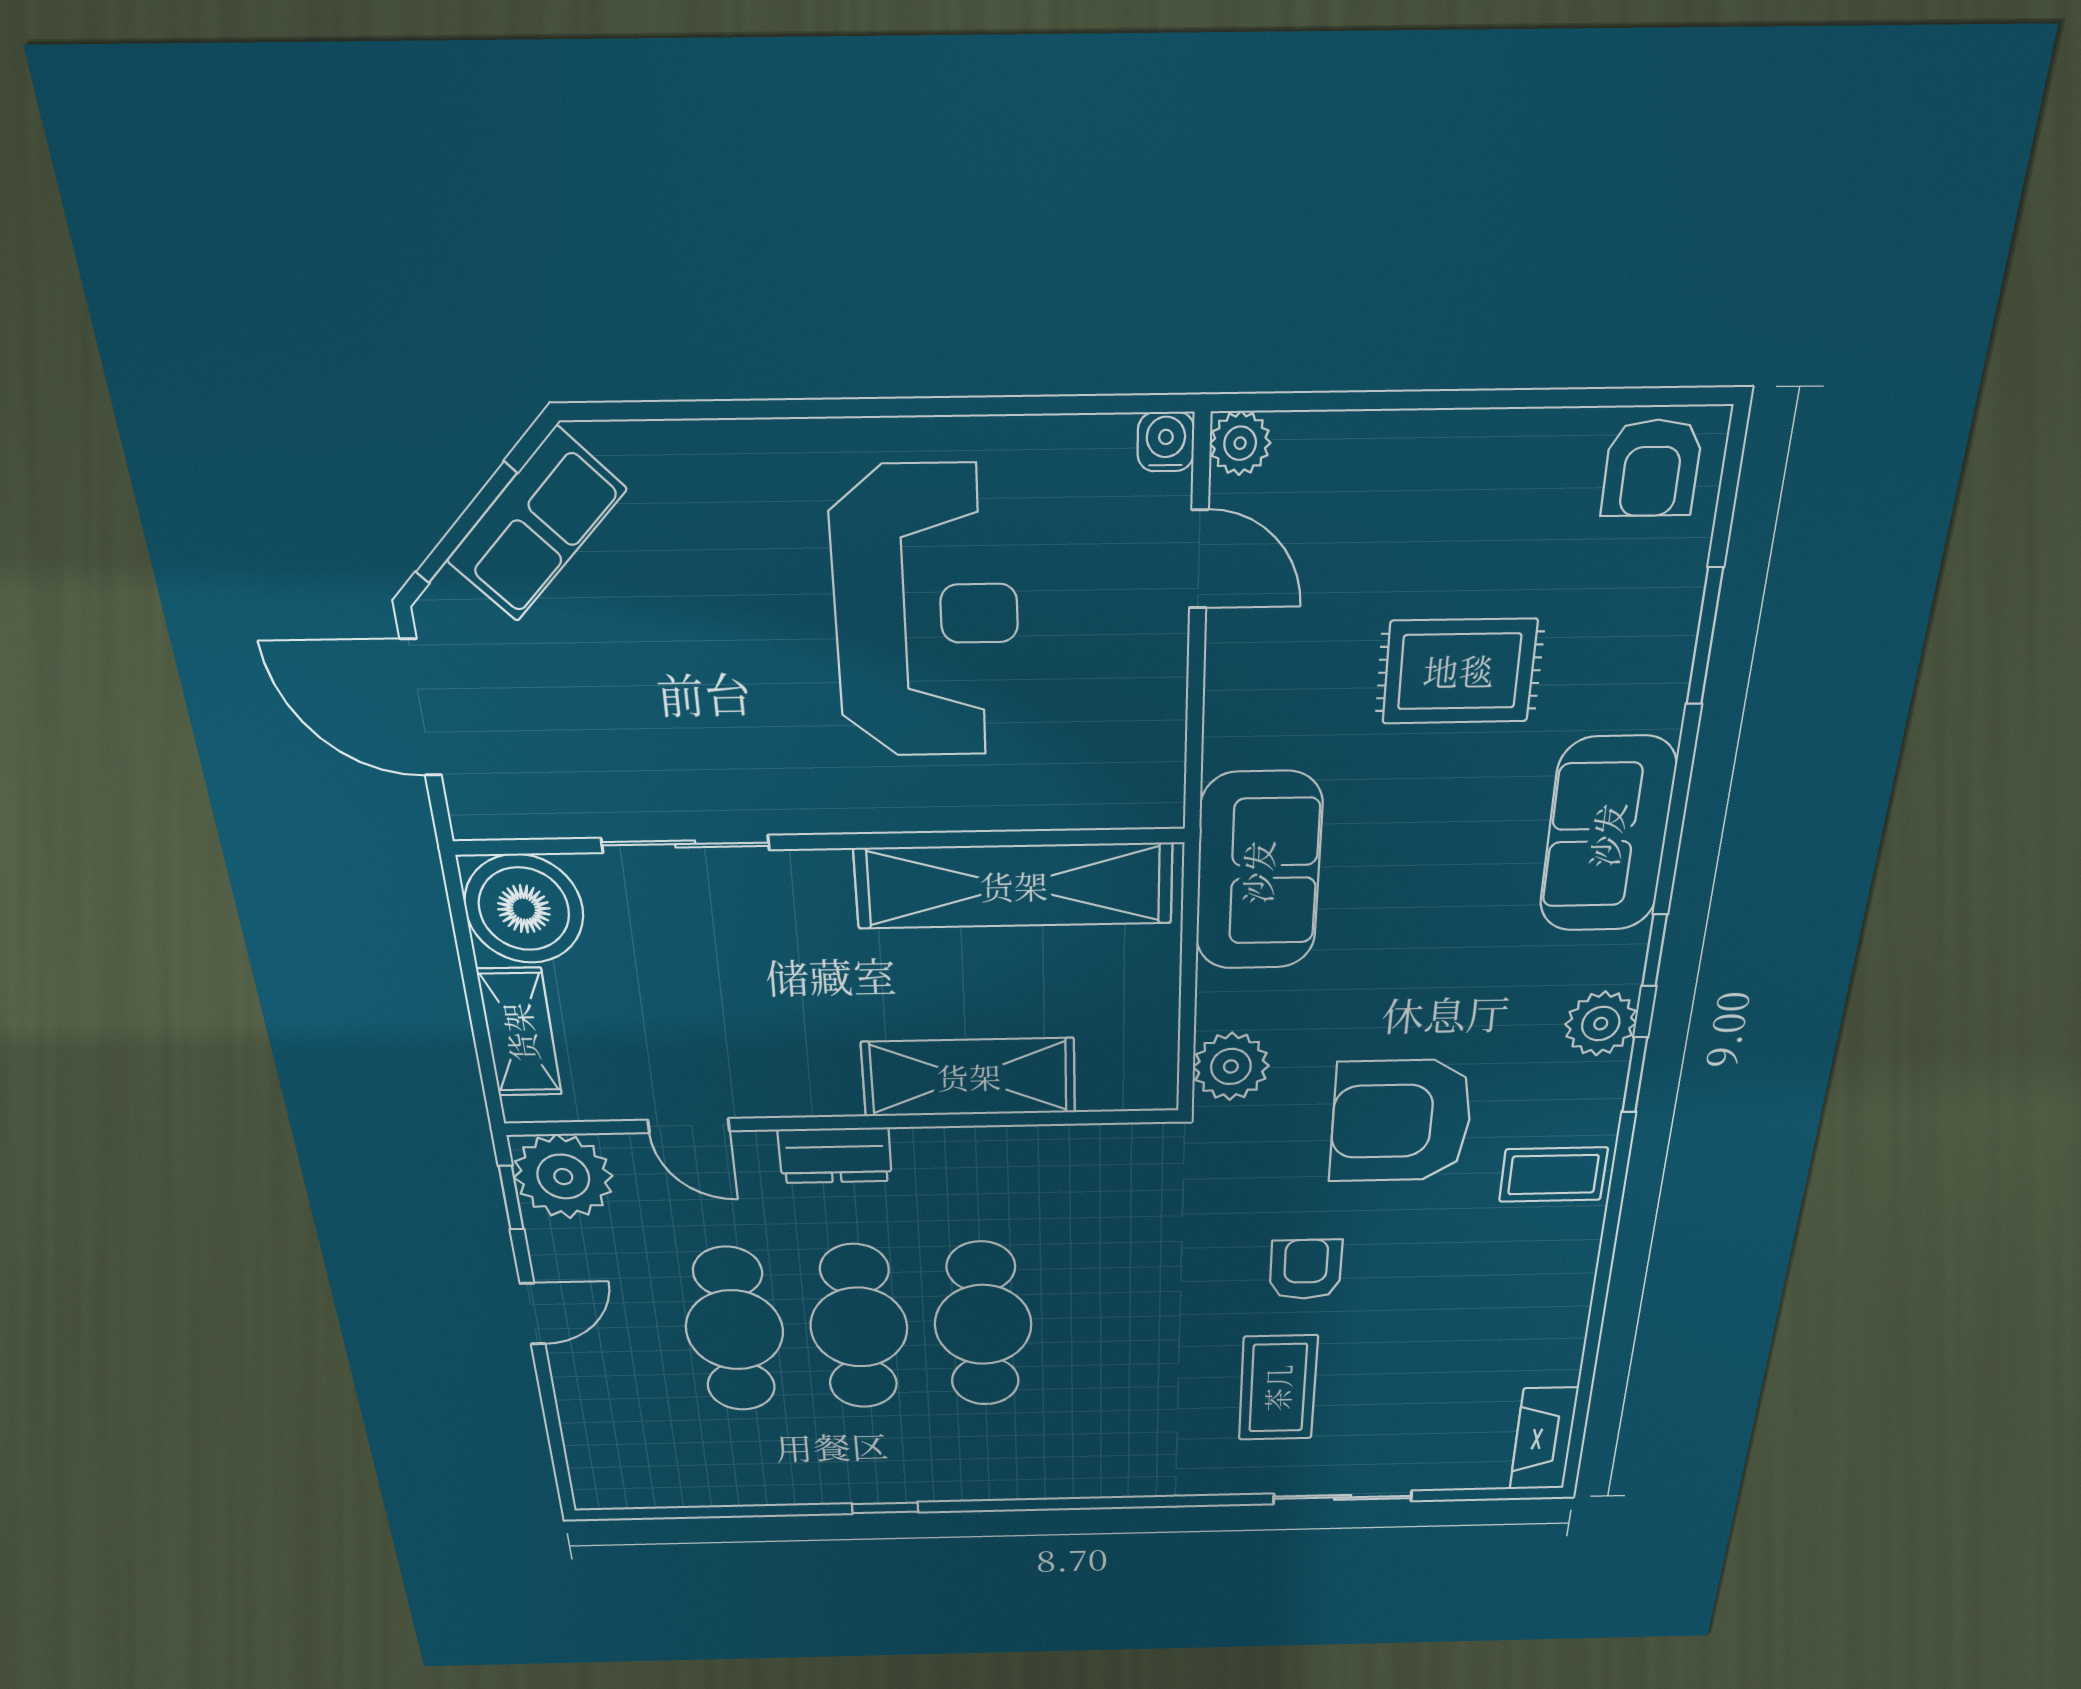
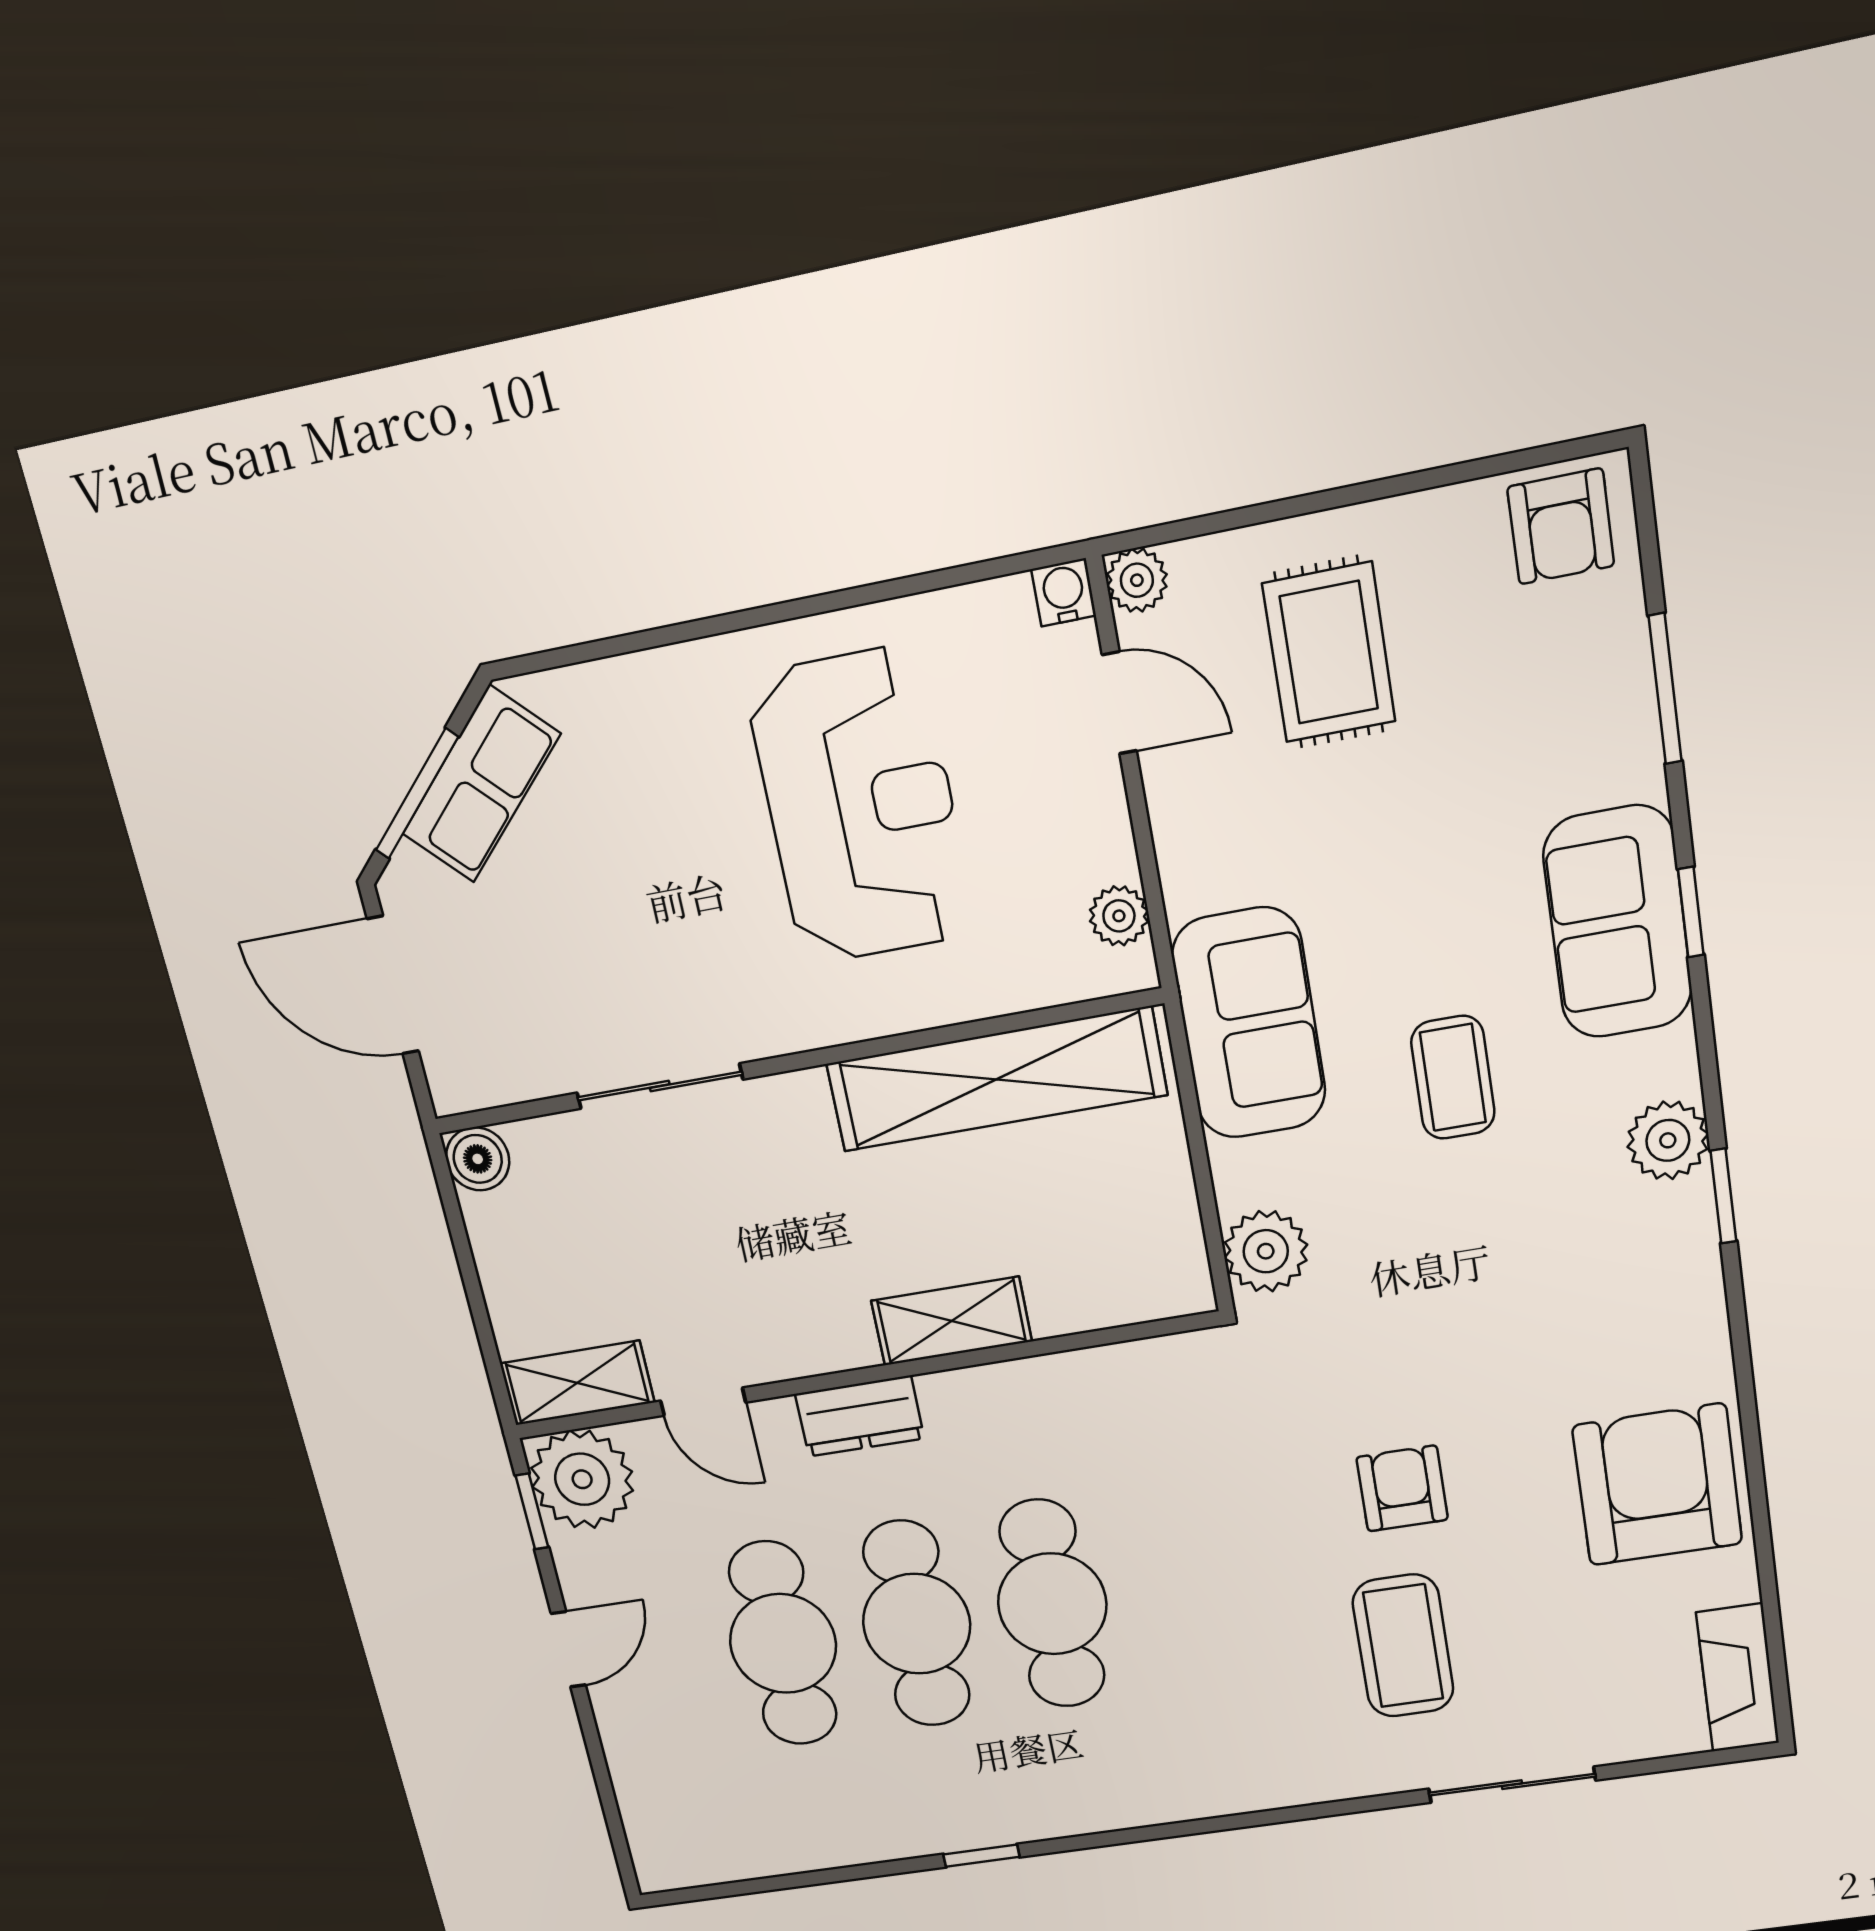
rug: (1459, 671) -> (1329, 652), moved, turned 90
plant: (1158, 758) -> (1119, 916), added
boiler: (524, 909) -> (478, 1159), width x0.54, depth x0.54
window: (1655, 950) -> (1691, 912), moved
shelving: (520, 1032) -> (577, 1383), moved, turned 90
shelving: (969, 1077) -> (952, 1321), width x0.67, depth x0.75
armchair: (1401, 1121) -> (1657, 1485), moved, turned 90
coffee table: (1553, 1175) -> (1453, 1077), moved, turned 90

